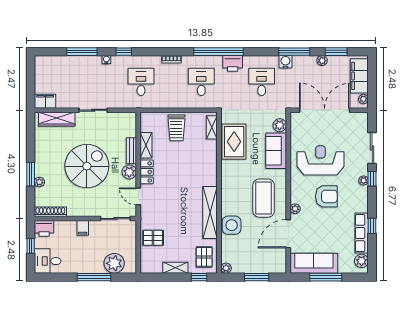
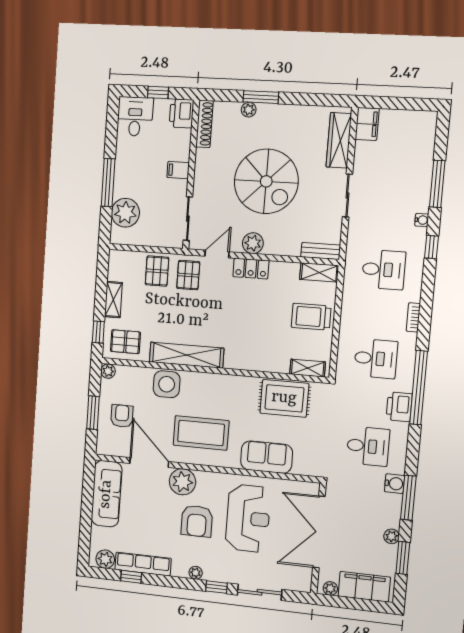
double door: (325, 110) -> (319, 532), swing flipped
plant: (280, 125) -> (303, 466), removed
shelving: (146, 145) -> (319, 272), moved
bench: (131, 151) -> (321, 251), moved
plant: (364, 180) -> (196, 573), moved
plant: (295, 209) -> (182, 482), width x1.88, depth x1.88
pallet: (154, 215) -> (188, 275), added
window: (372, 226) -> (131, 577), moved
armchair: (257, 256) -> (122, 416), added
window: (326, 277) -> (87, 508), removed

